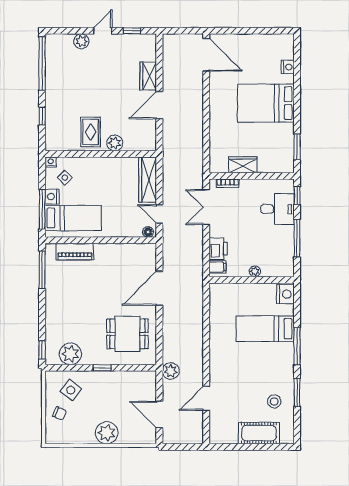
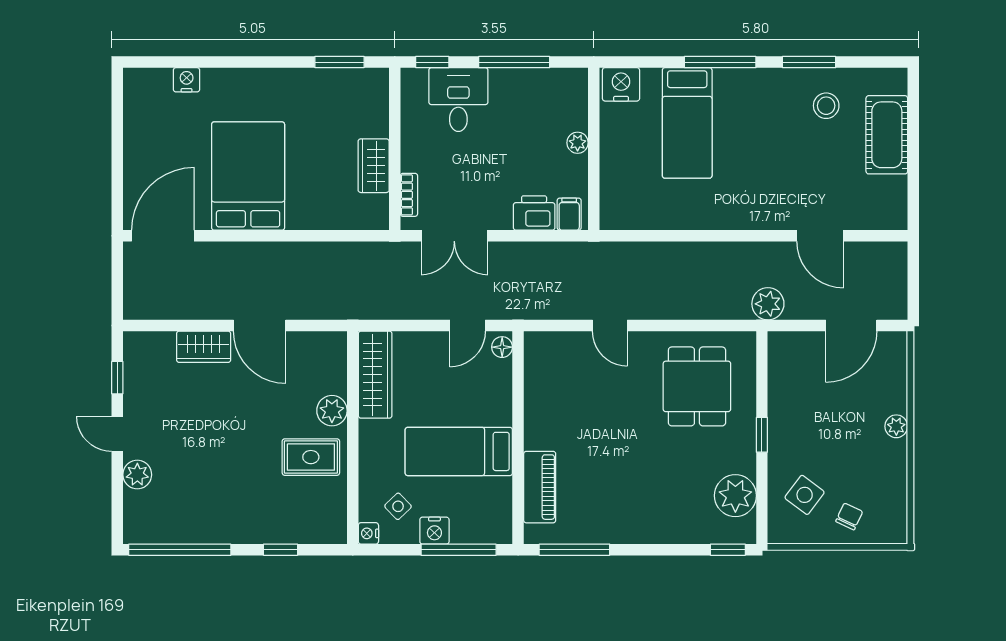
bed: (266, 103) -> (248, 176), moved, turned 180
wardrobe: (148, 180) -> (375, 375), moved, turned -90
bed: (73, 218) -> (459, 451), moved, turned -90
door: (159, 288) -> (610, 325), width x0.53
plant: (107, 433) -> (896, 426), width x0.53, depth x0.53

